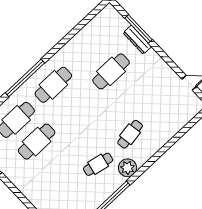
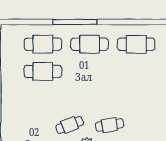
cafe table: (111, 71) -> (136, 44), moved
cafe table: (98, 164) -> (70, 125), turned -33

